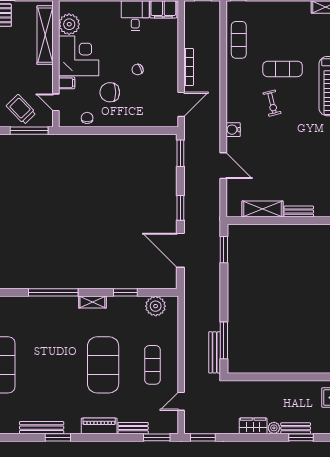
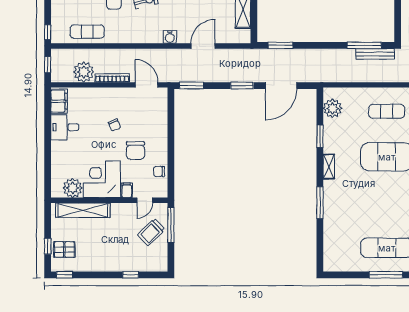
plant: (195, 36) -> (84, 72), added
window: (53, 292) -> (320, 203), width x0.68

